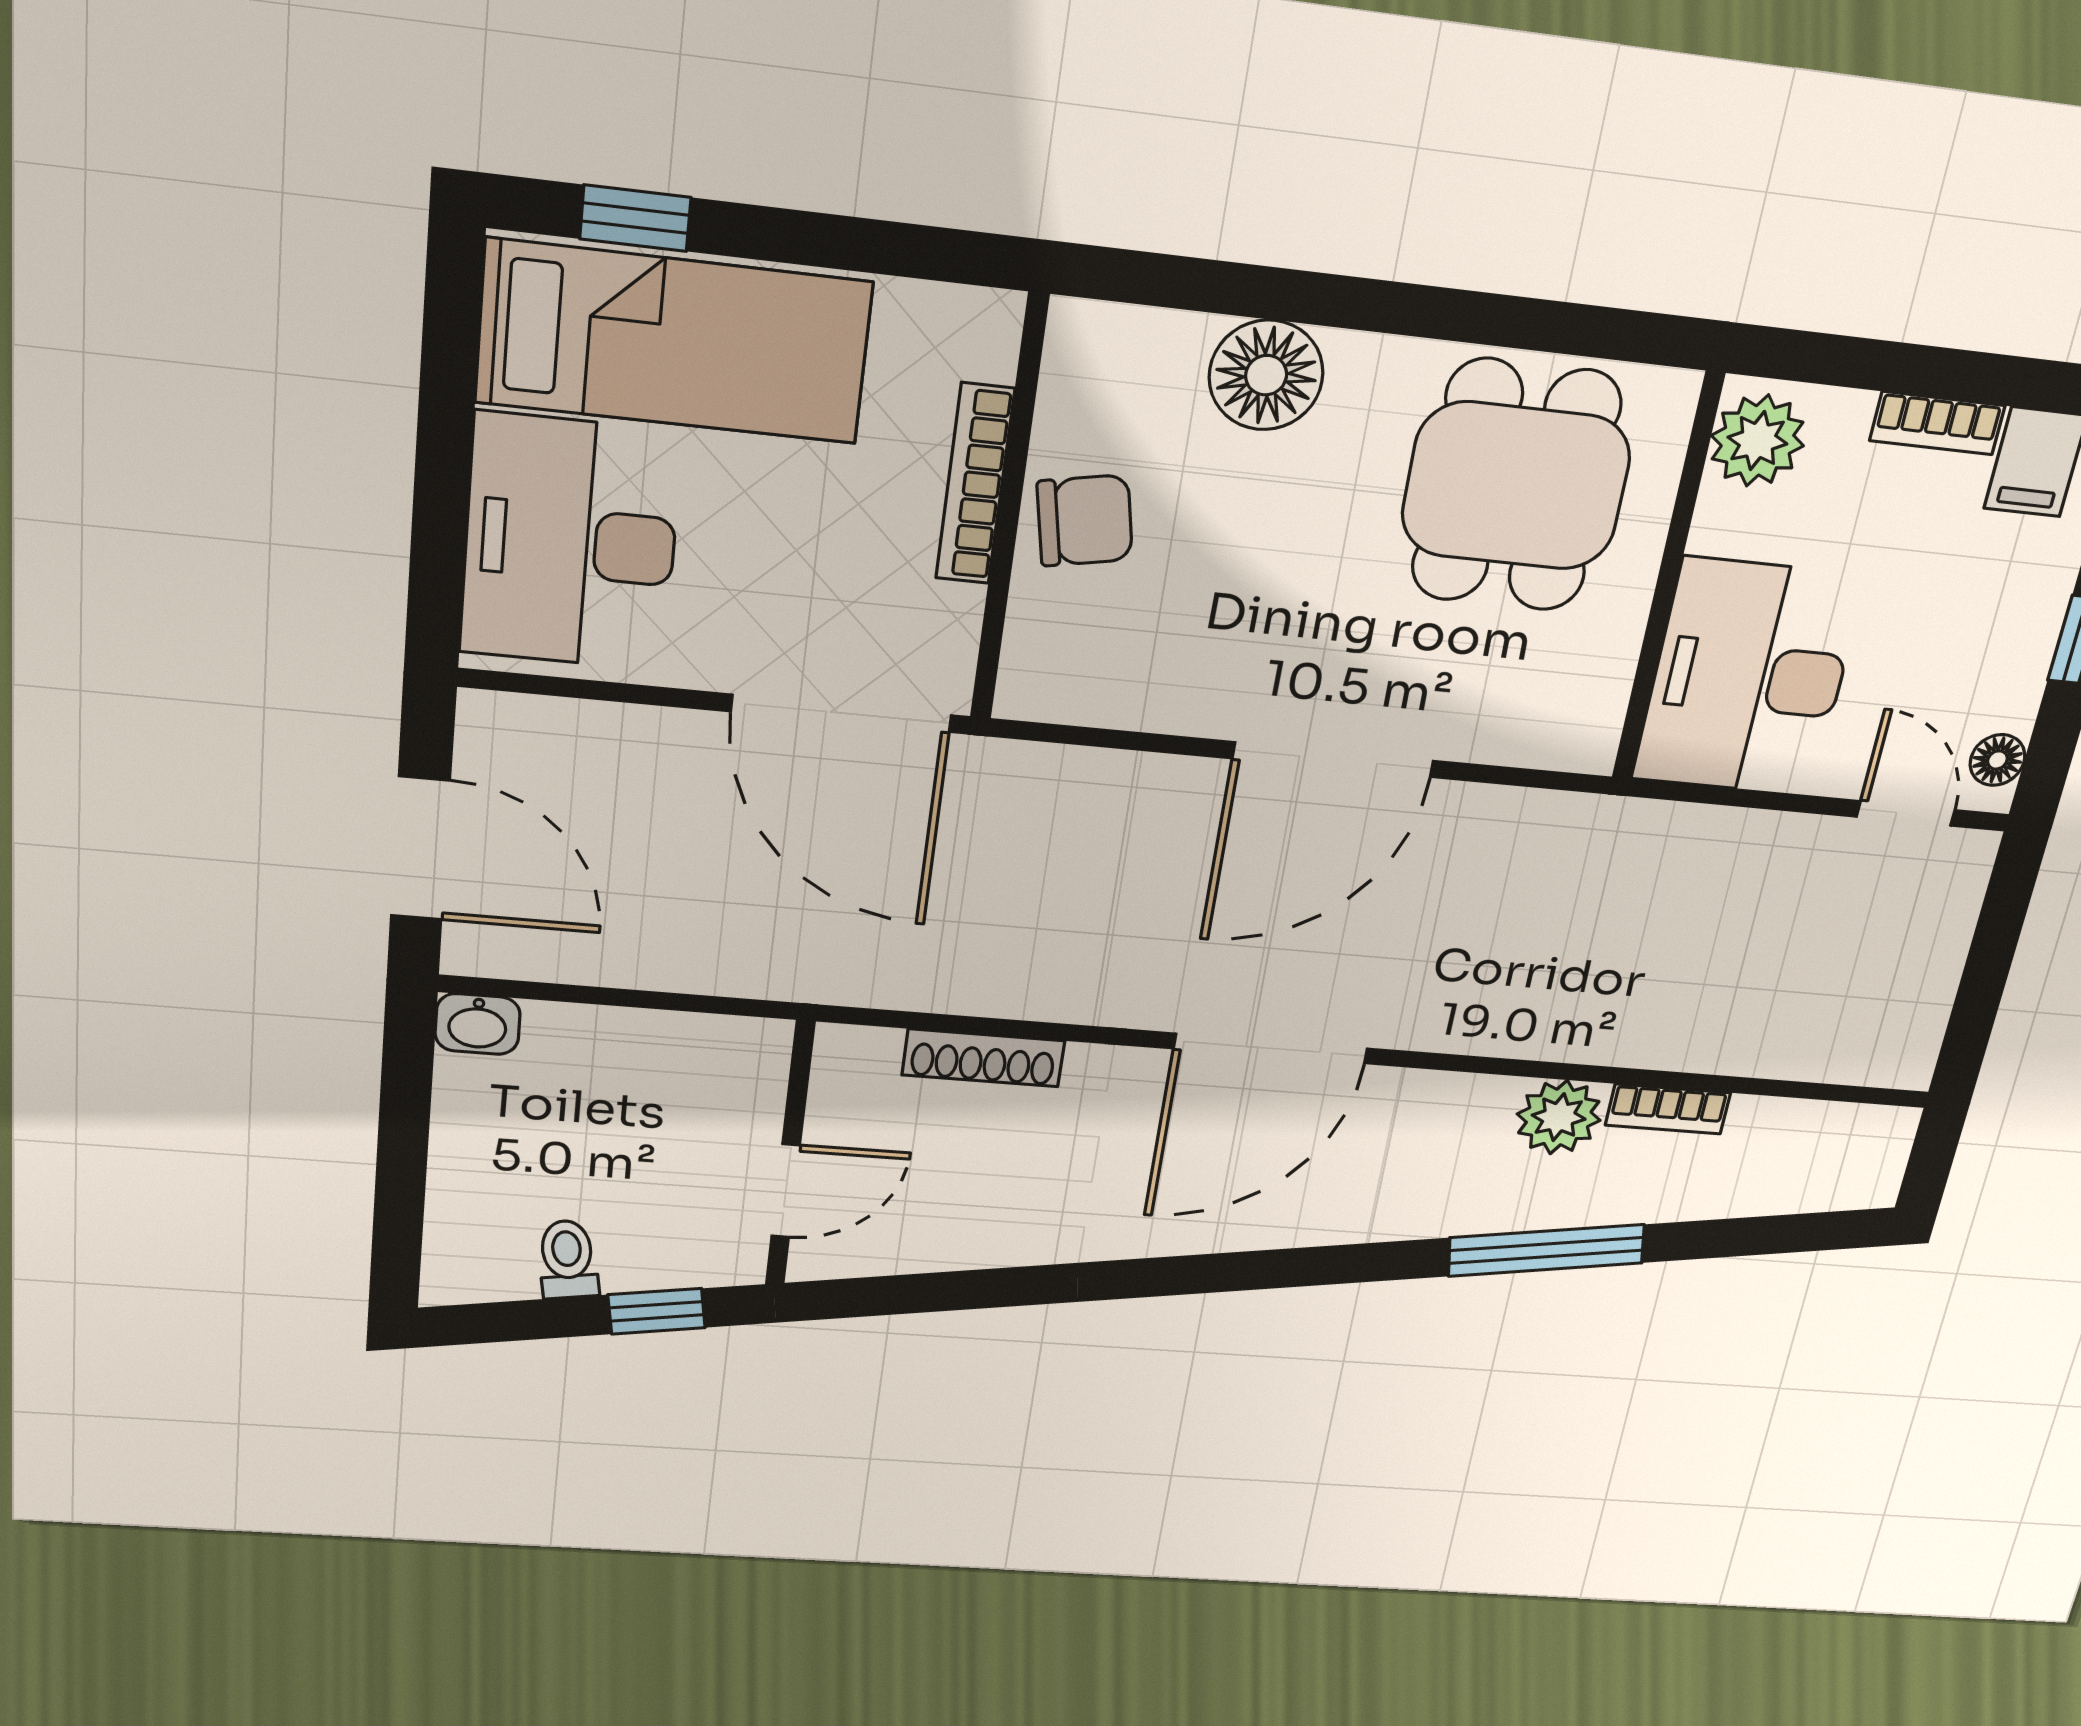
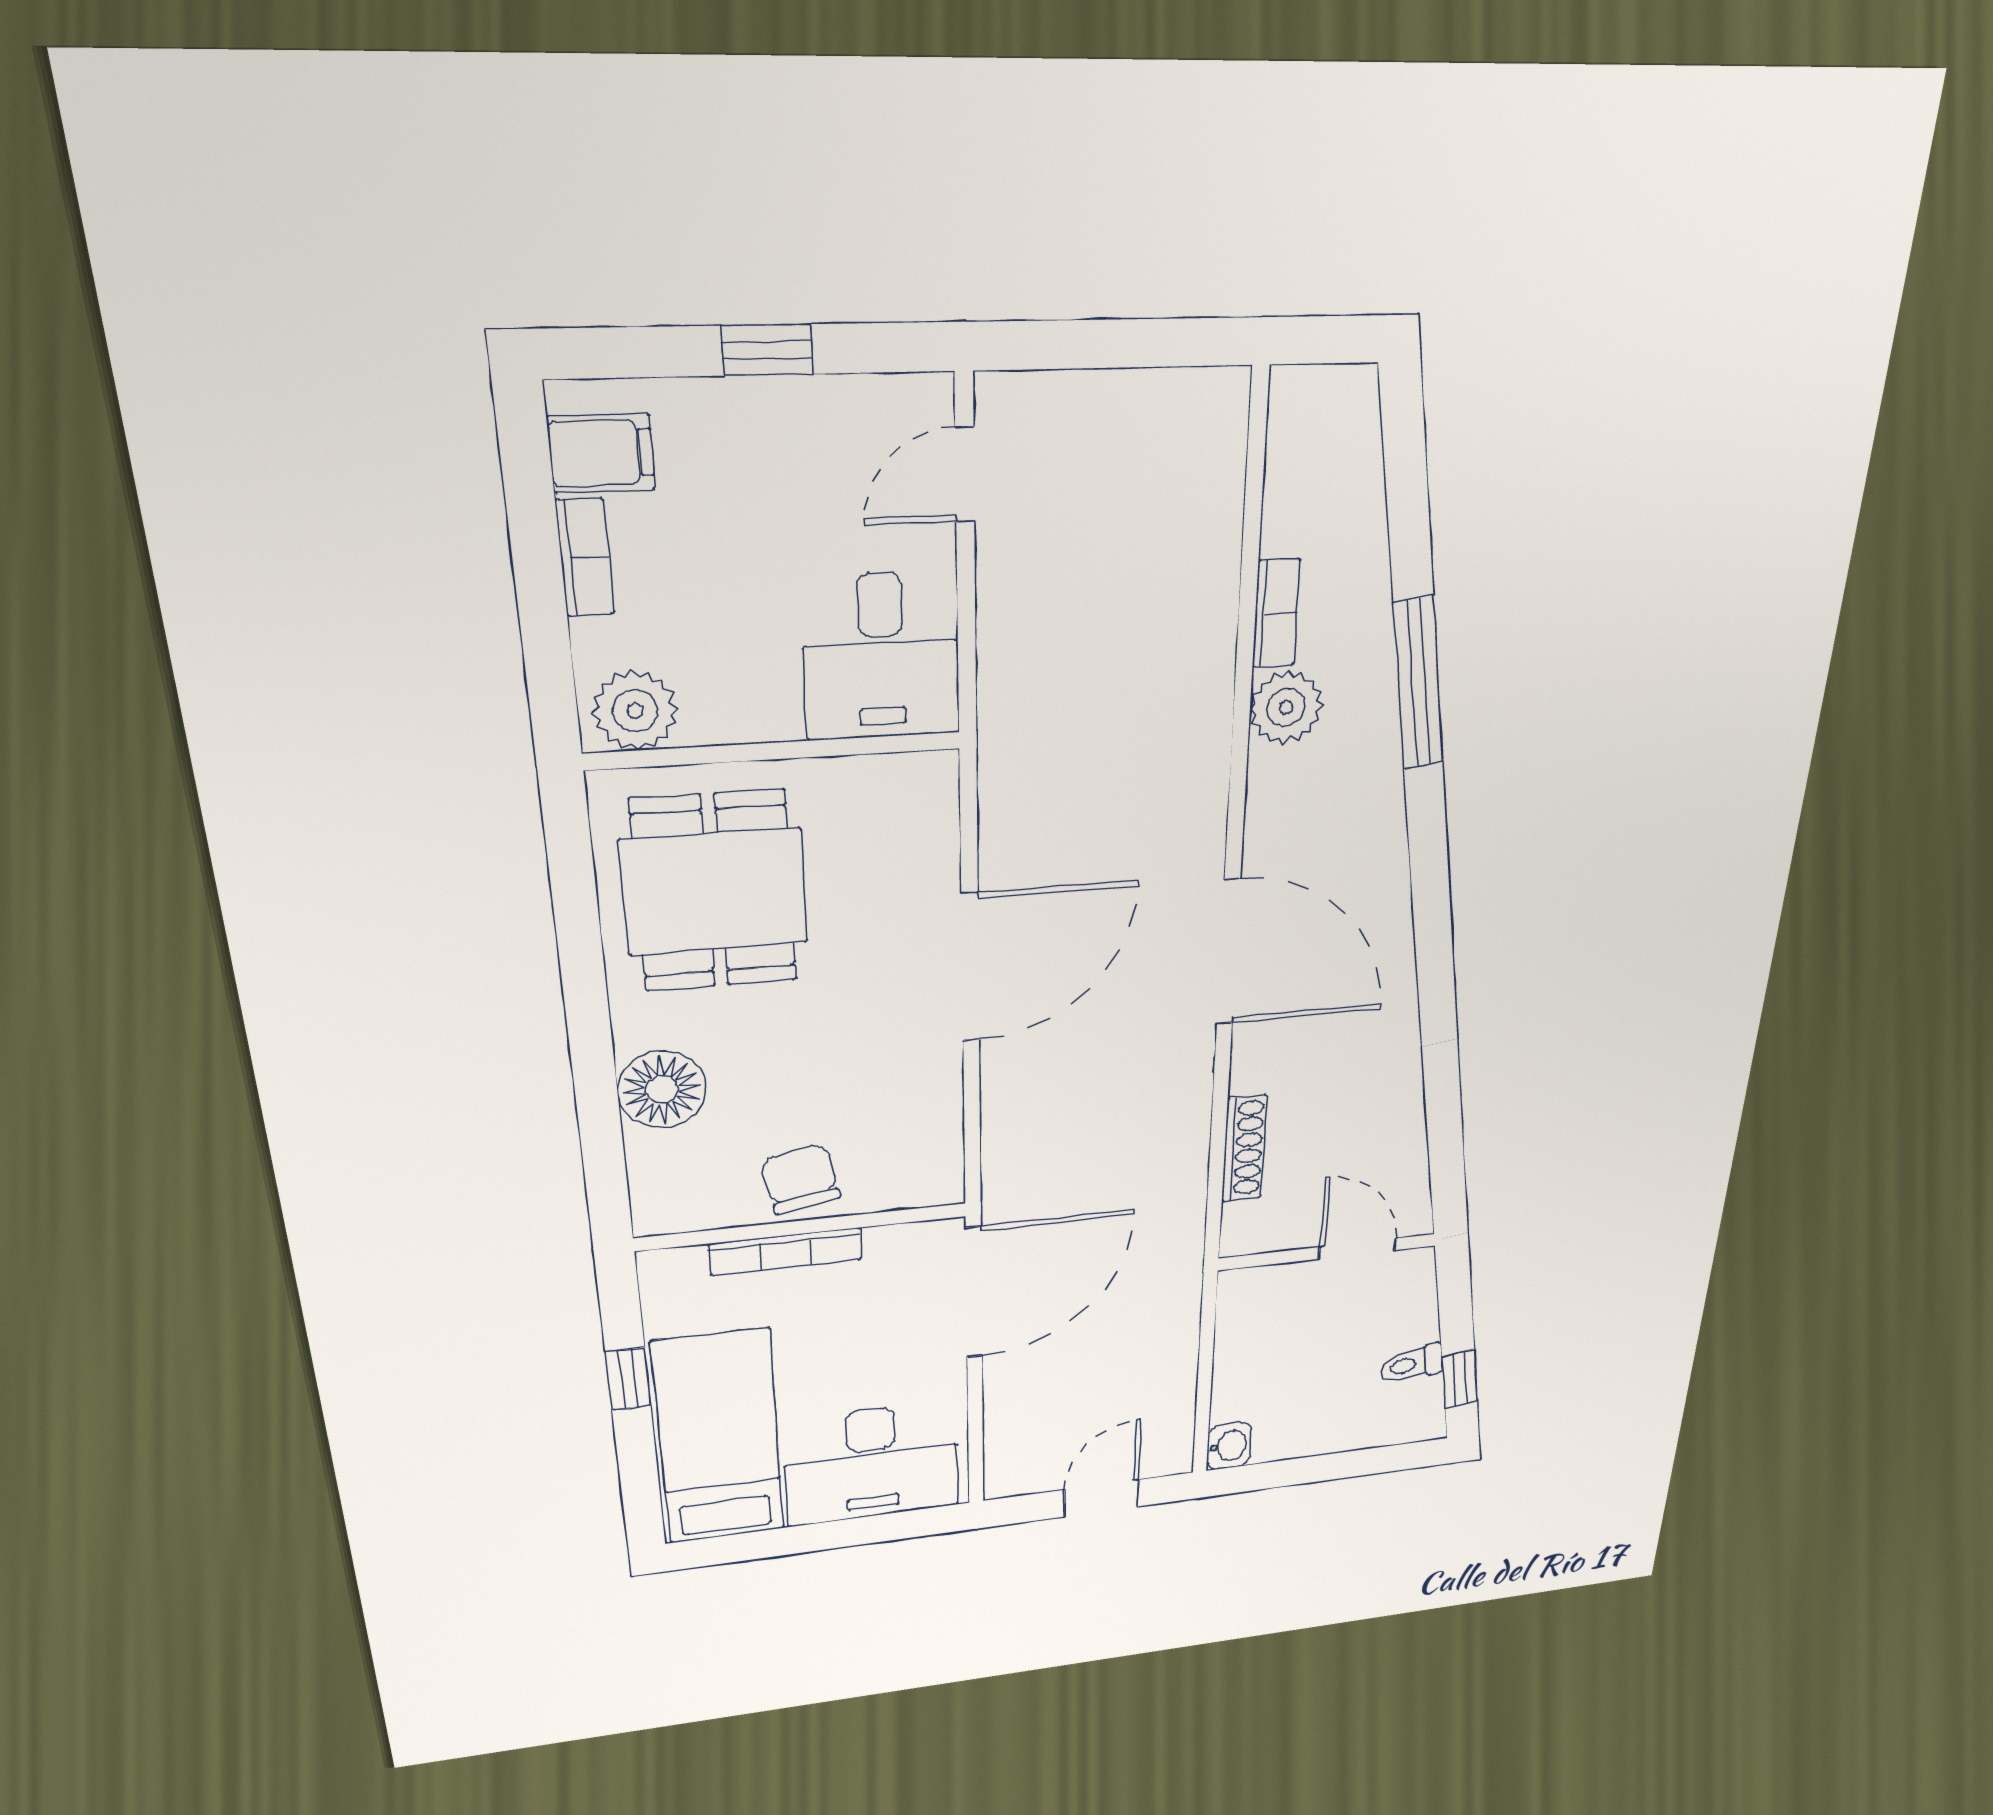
window: (635, 218) -> (628, 1379), moved
dining table: (1516, 486) -> (714, 892), turned 90
desk: (1748, 678) -> (881, 656), width x0.73
door: (1333, 760) -> (970, 968), hinge flipped
floor lamp: (1997, 760) -> (901, 400), removed
door: (420, 848) -> (1101, 1498), width x0.73
window: (657, 1311) -> (1460, 1379), moved

